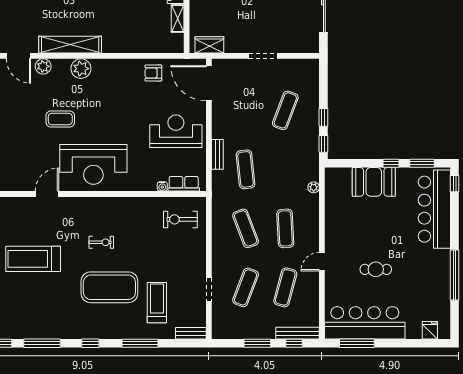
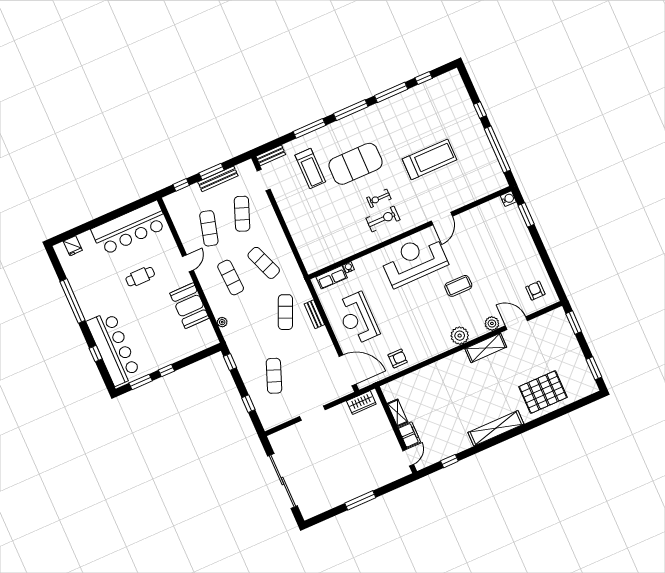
shelving: (70, 45) -> (486, 348), width x0.68
window: (323, 117) -> (248, 404), moved
reception desk: (176, 131) -> (357, 318), turned 90
exercise mat: (246, 169) -> (285, 312), turned 30
booth: (374, 182) -> (189, 306), moved, turned 90
window: (455, 184) -> (96, 354), moved
exercise bike: (180, 219) -> (383, 219), moved
doorway: (209, 289) -> (264, 180), moved
bench: (298, 333) -> (218, 179), moved
window: (90, 343) -> (351, 110), width x2.17
window: (357, 343) -> (129, 208), removed

